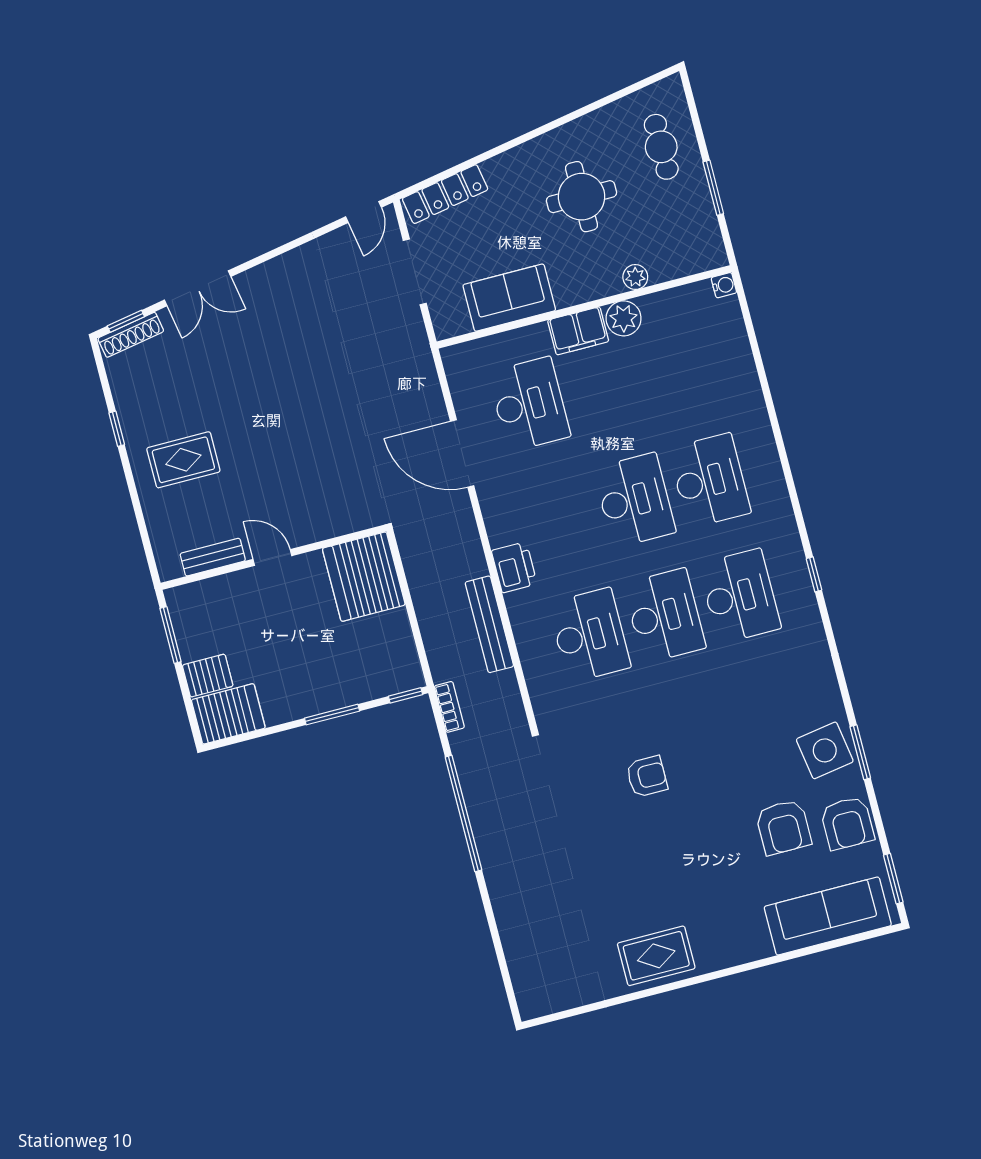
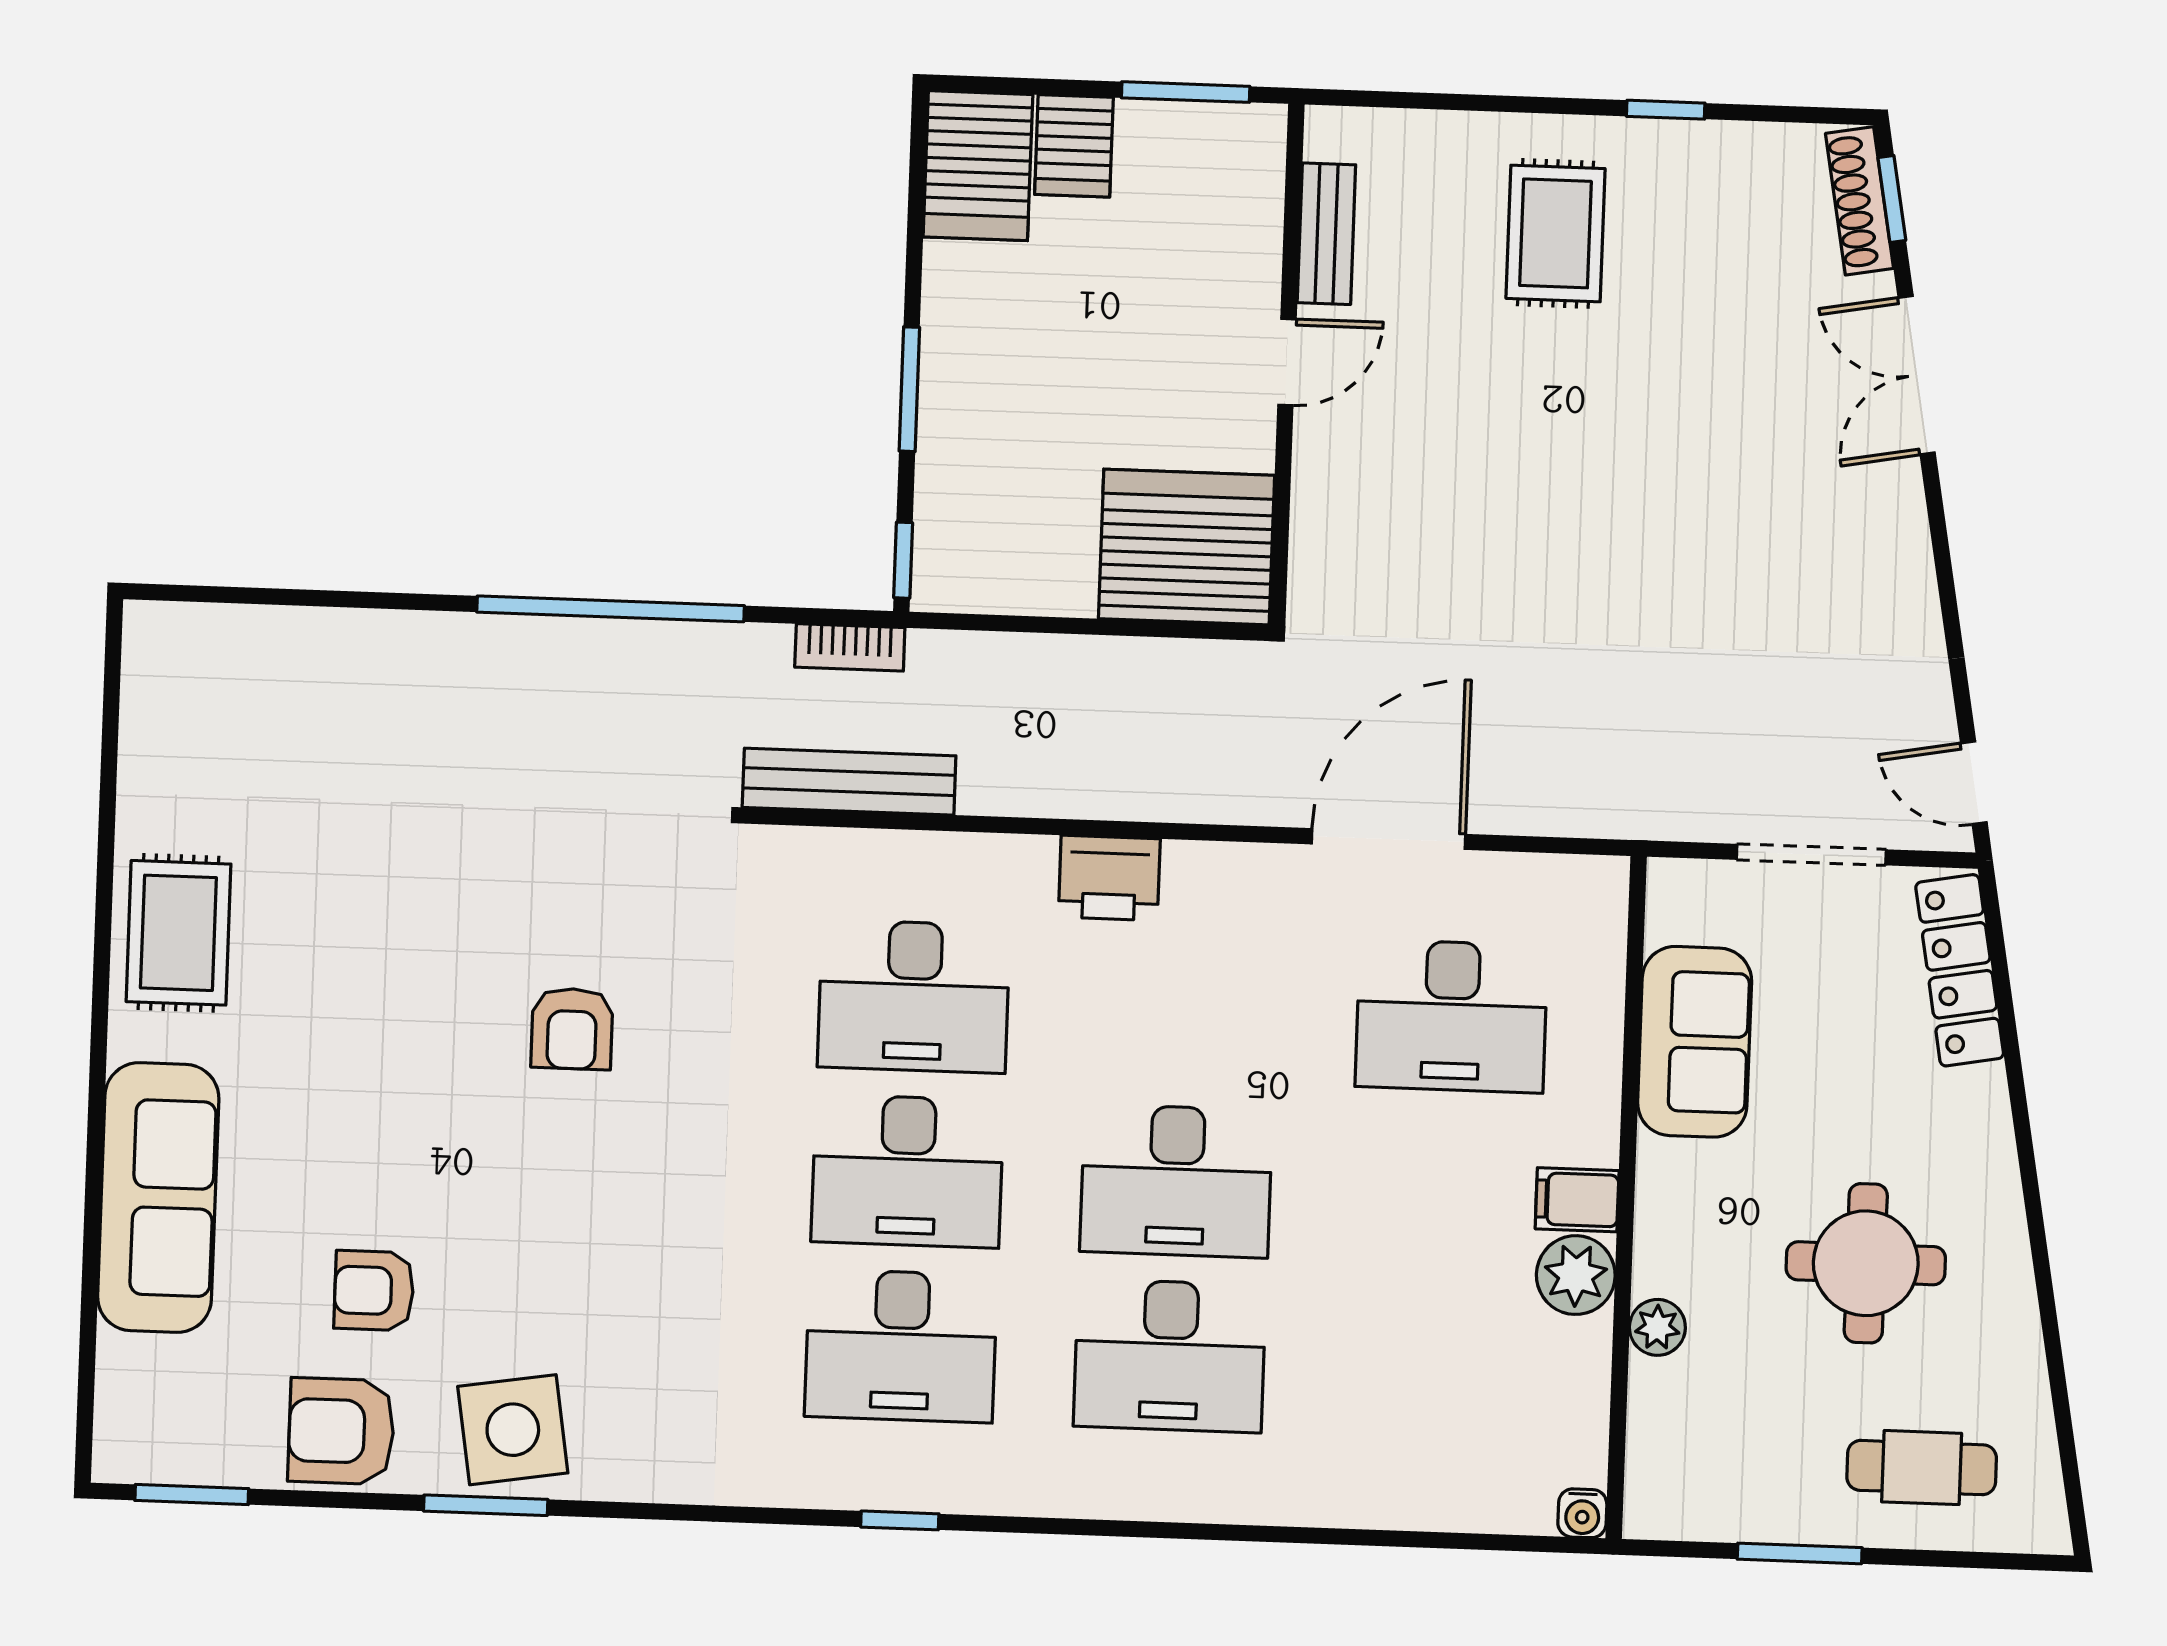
filing cabinet: (578, 331) -> (1577, 1200), width x0.50
bench: (489, 624) -> (849, 782), moved
armchair: (783, 827) -> (374, 1291), width x0.72, depth x0.72
sofa: (828, 916) -> (158, 1198), moved

